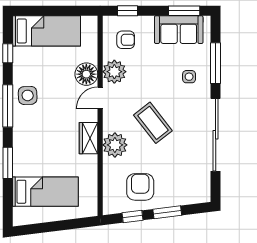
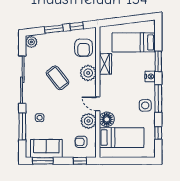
bed: (47, 31) -> (122, 138), moved, turned 180
door: (100, 98) -> (98, 104), swing flipped
coffee table: (153, 123) -> (58, 78), moved
wardrobe: (89, 138) -> (105, 64), moved
nightstand: (20, 140) -> (150, 76), added
armchair: (140, 187) -> (84, 48), moved
plant: (202, 192) -> (31, 42), added

